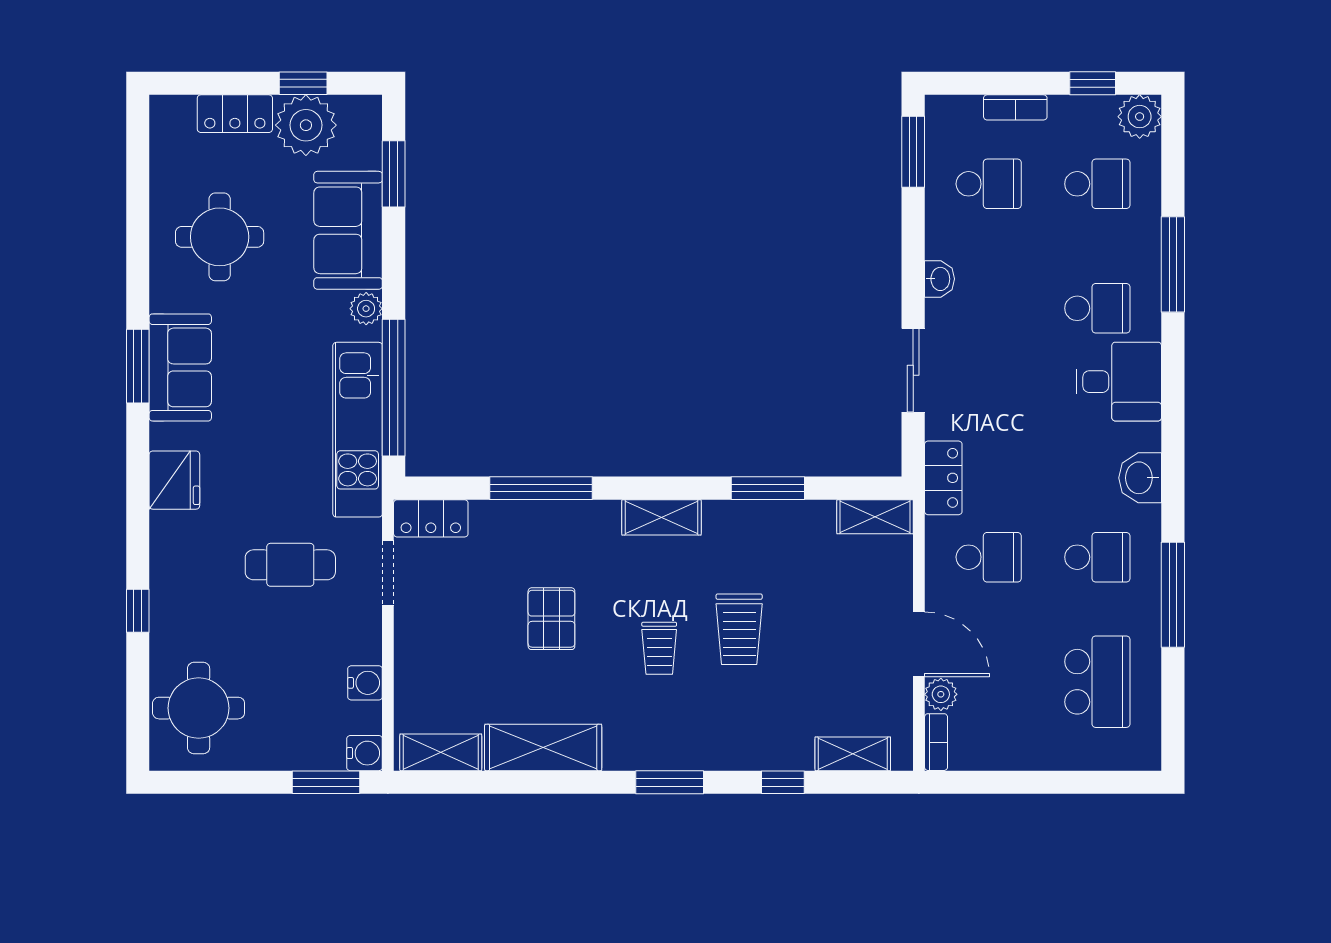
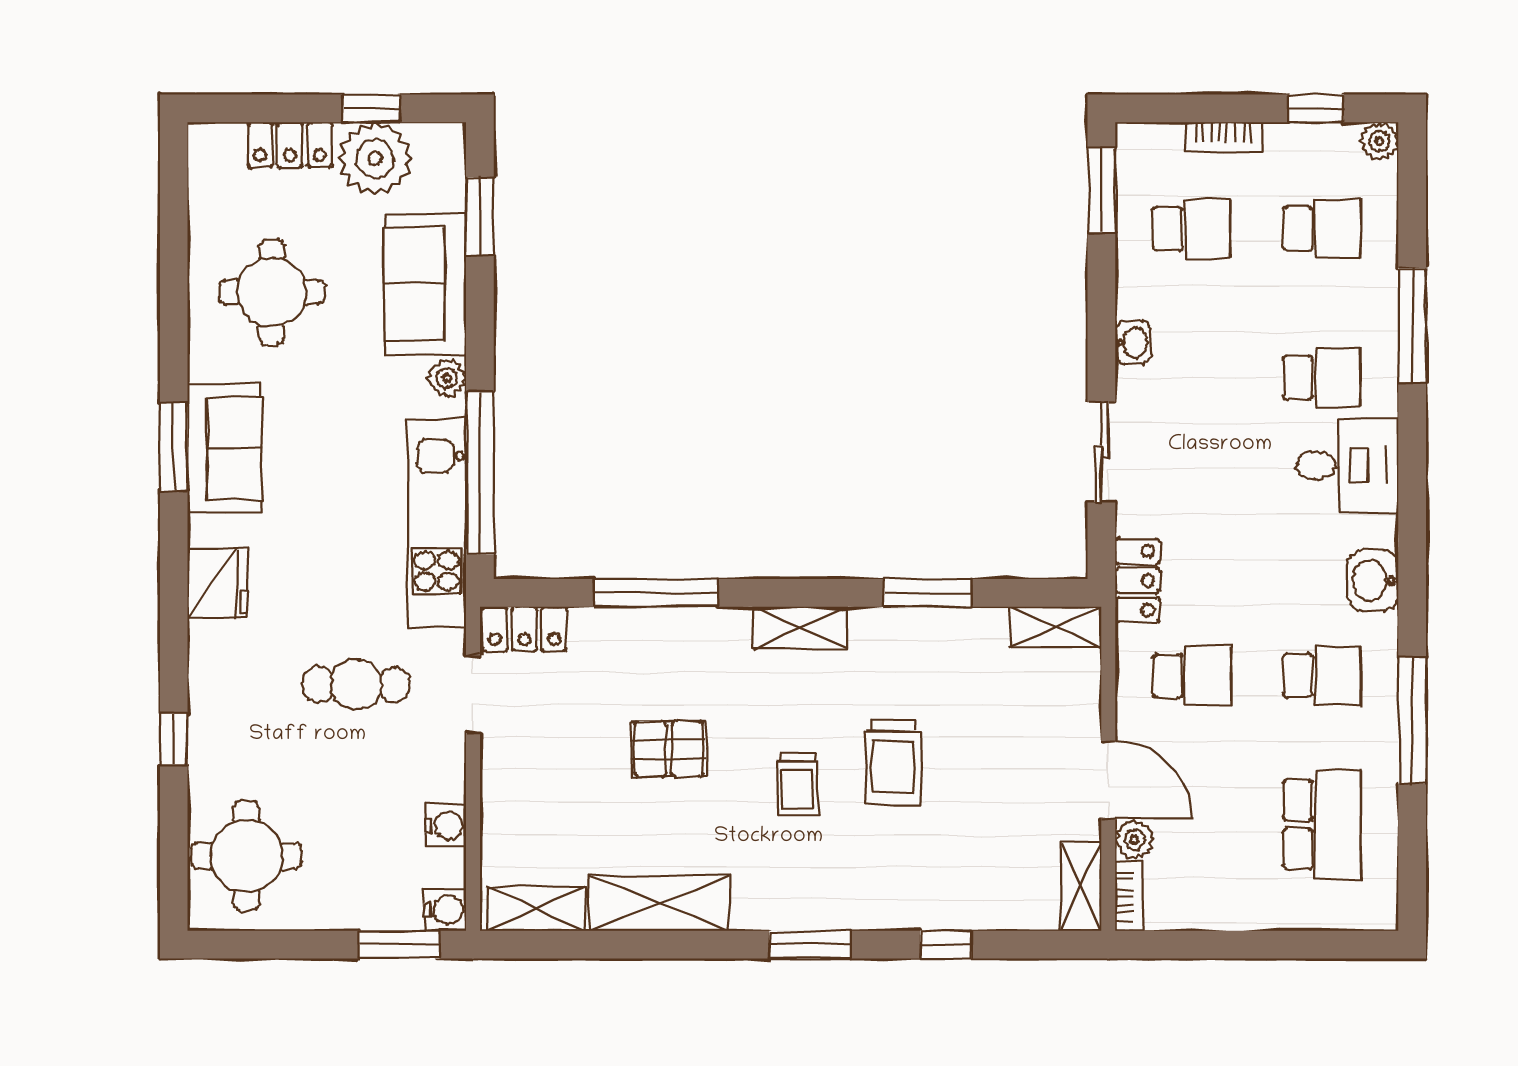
plant: (1140, 117) -> (1380, 141), width x0.73, depth x0.73
pallet: (551, 619) -> (669, 749), turned 90
shelving: (853, 754) -> (1081, 886), moved, turned 90

